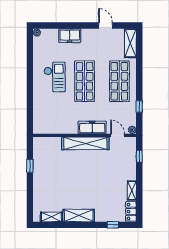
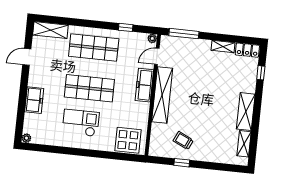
display table: (44, 118) -> (128, 140), added
window: (139, 156) -> (184, 34), width x2.17
trolley: (49, 165) -> (183, 140), added

